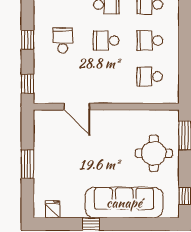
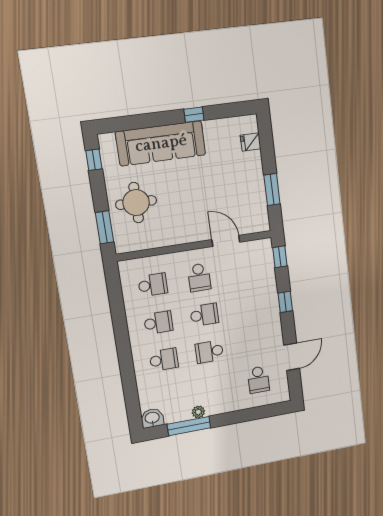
school desk: (63, 41) -> (199, 277), moved
window: (27, 164) -> (272, 190), moved
fridge: (53, 209) -> (251, 142), moved, turned 90

